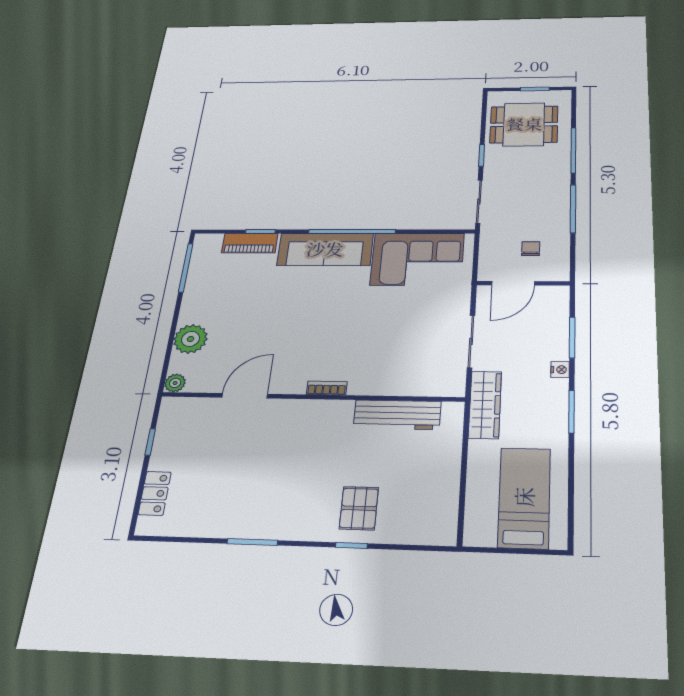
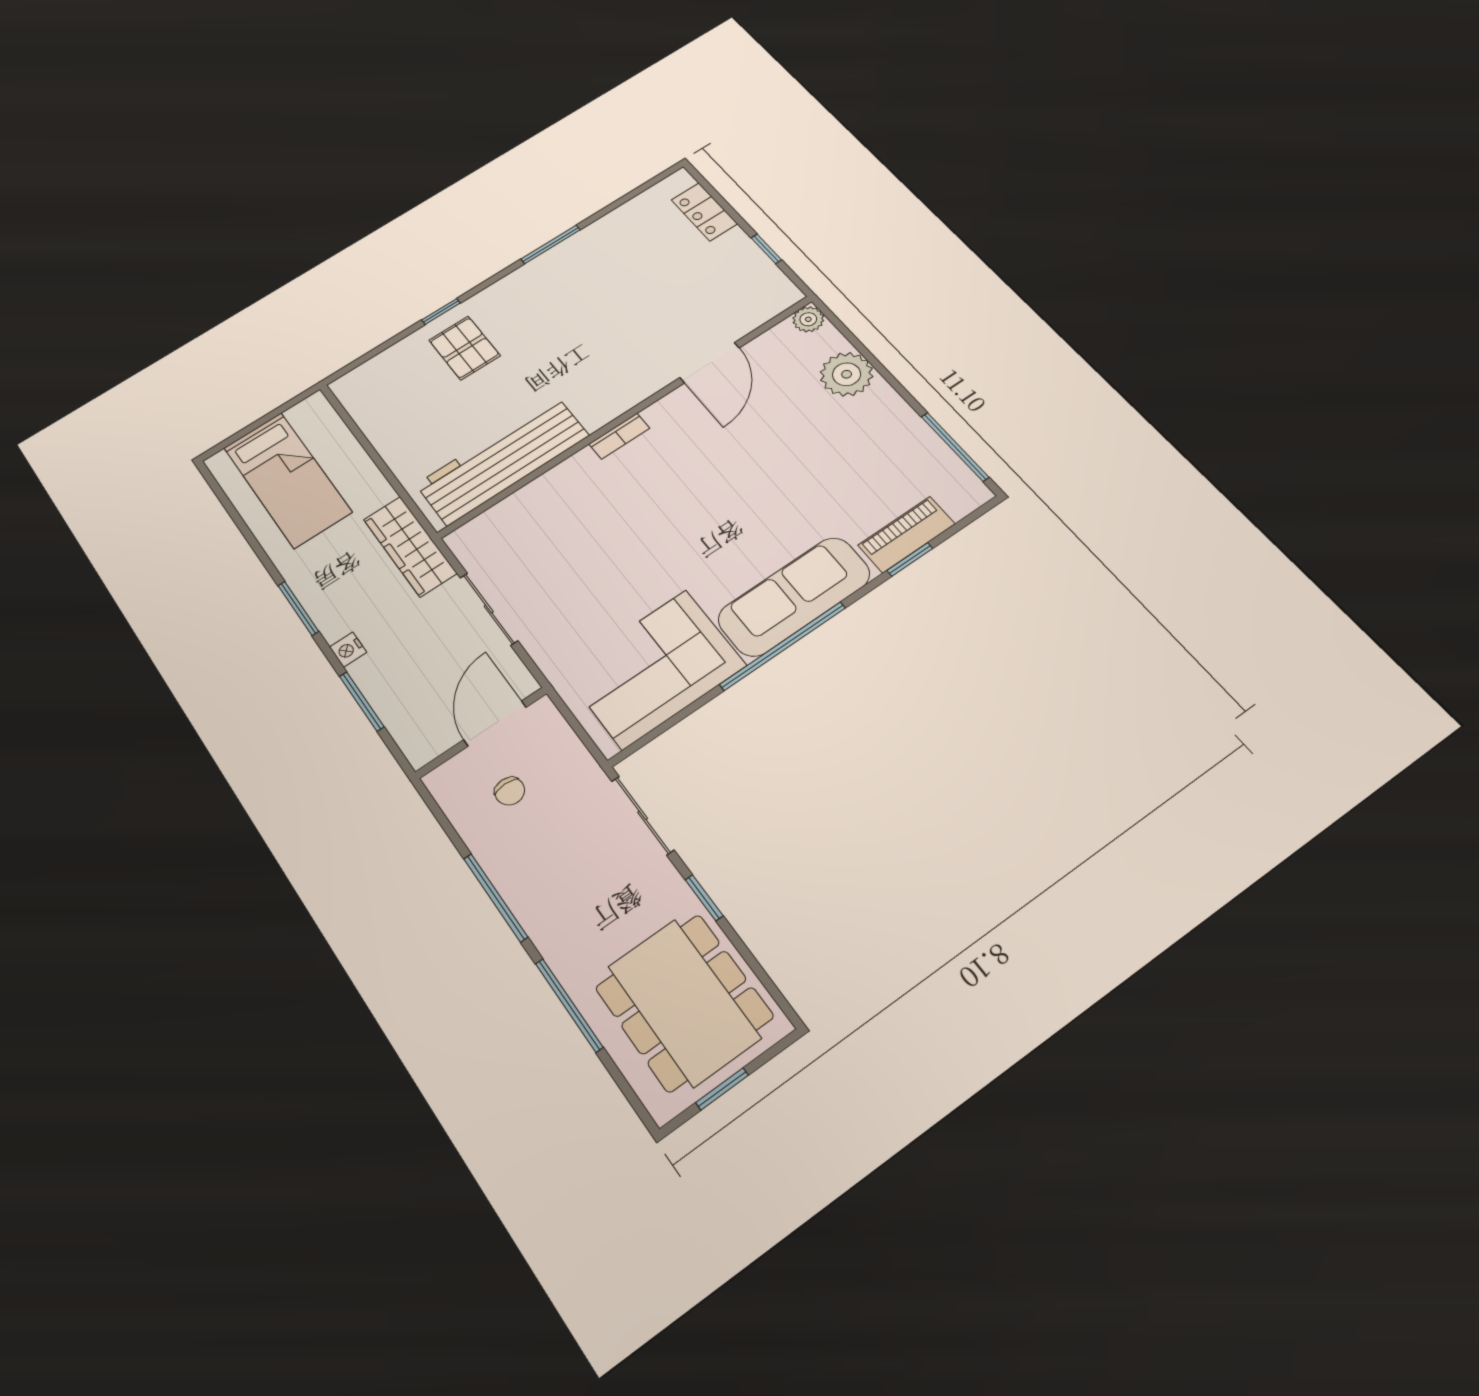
dining table: (524, 124) -> (684, 1002), width x1.38
workbench: (397, 415) -> (503, 460), width x1.36, depth x1.32

